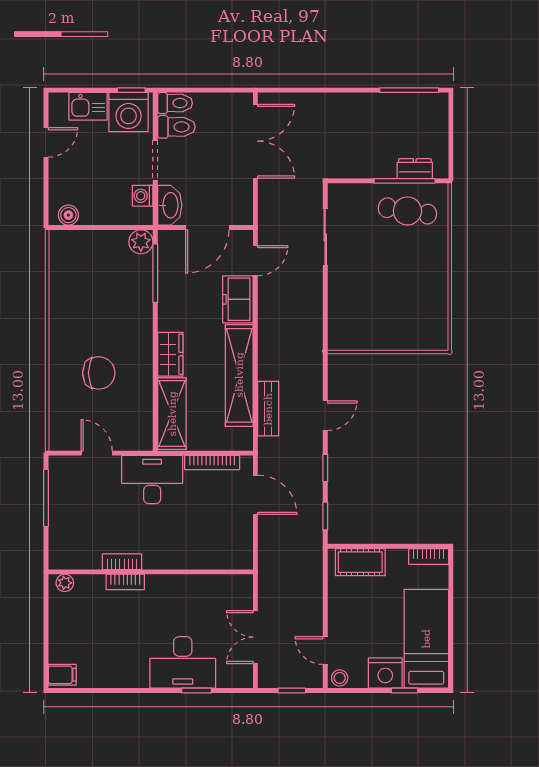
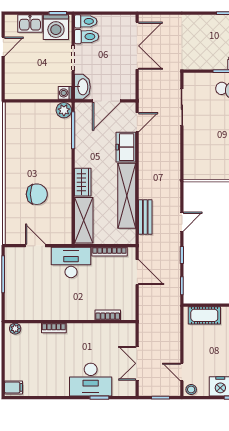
washing machine: (143, 196) -> (65, 93), moved
boiler: (68, 215) -> (17, 93), removed
bookcase: (122, 562) -> (108, 315), moved

